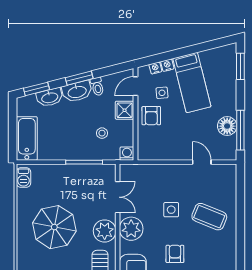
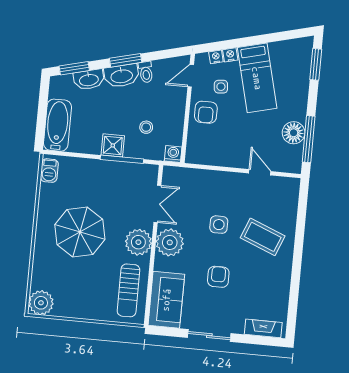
shower: (125, 110) -> (113, 145), moved

